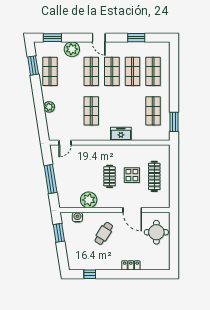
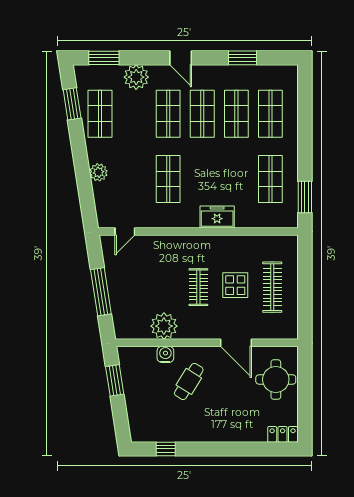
water cooler: (77, 217) -> (165, 354), moved
locker: (131, 265) -> (283, 434), moved

